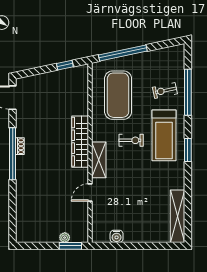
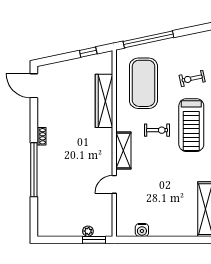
wardrobe: (80, 142) -> (104, 101), moved
window: (13, 154) -> (34, 170), moved

